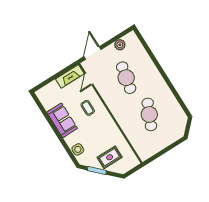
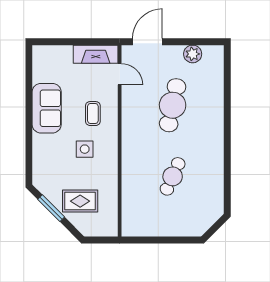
door: (89, 79) -> (120, 74), swing flipped
cafe table: (149, 114) -> (173, 176), width x0.73, depth x0.74
side table: (78, 149) -> (85, 149), moved

